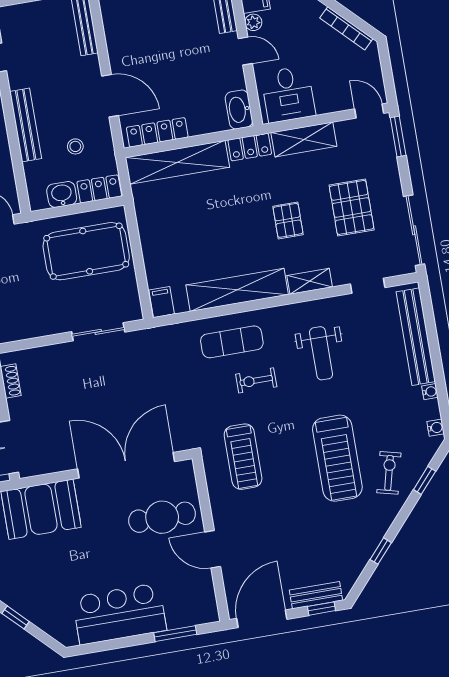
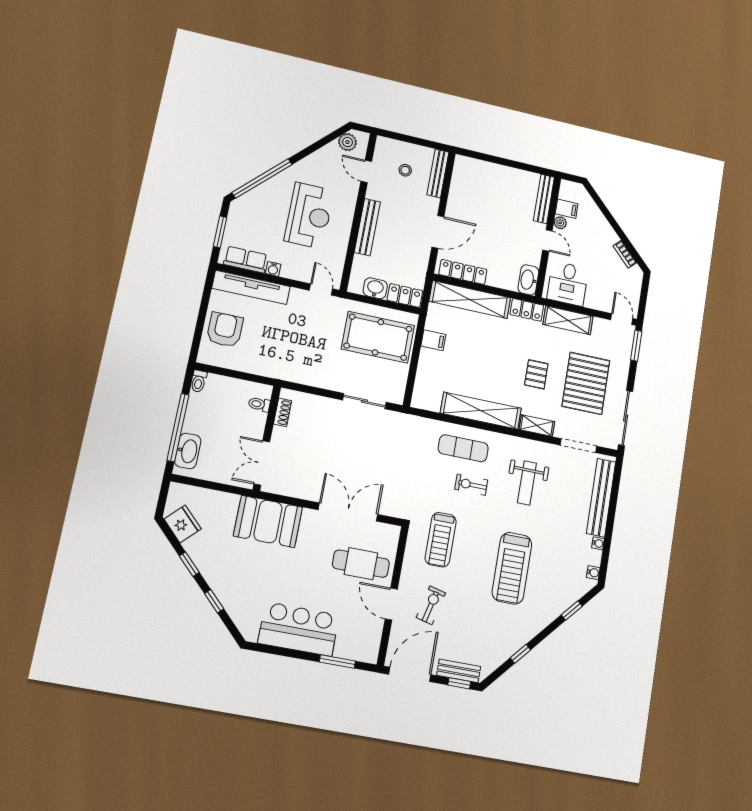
bookcase: (346, 28) -> (625, 254), width x0.64
door: (110, 96) -> (438, 232), hinge flipped
stool: (75, 146) -> (405, 170), moved
pallet: (352, 207) -> (586, 383), width x1.37, depth x1.41
doorway: (368, 286) -> (578, 446), width x1.38
filing cabinet: (162, 302) -> (433, 340), moved, turned 90
double door: (126, 465) -> (348, 512), width x0.73
exercise bike: (389, 473) -> (431, 605), moved

